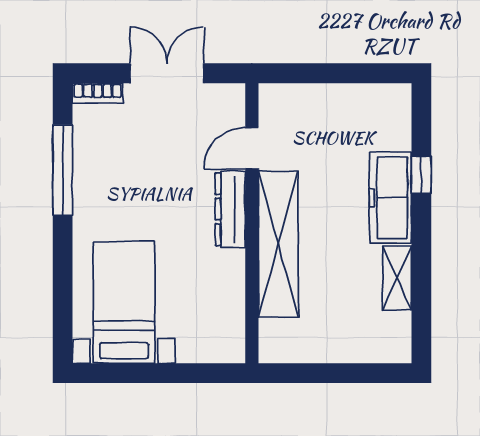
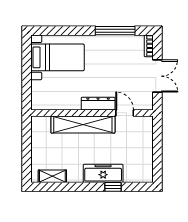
shelving: (397, 278) -> (52, 176), moved

